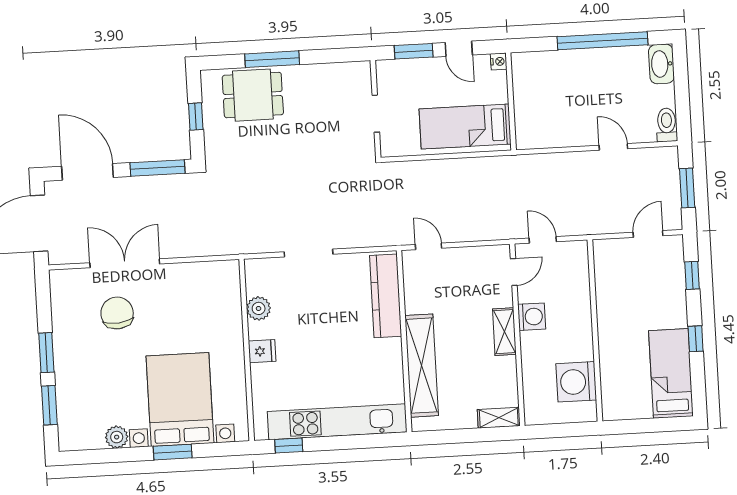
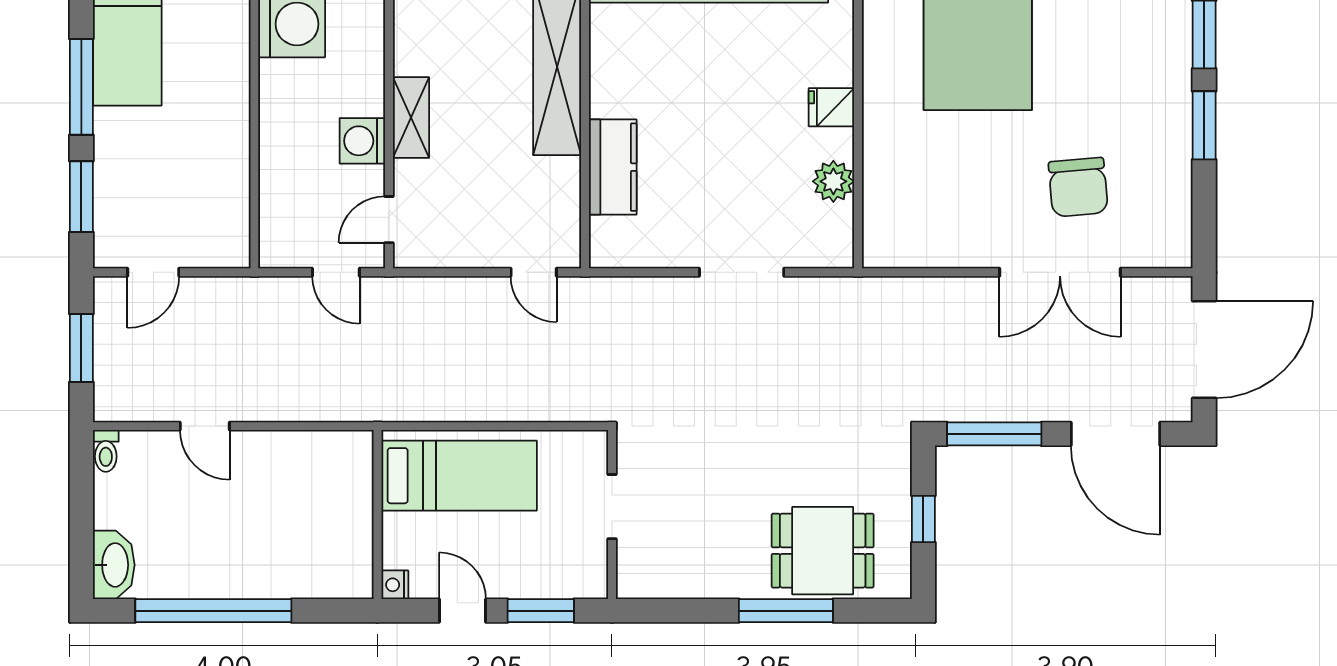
toilet: (667, 125) -> (106, 451), width x0.73, depth x0.72
window: (692, 275) -> (81, 197), width x1.50
kitchen counter: (386, 296) -> (613, 167), width x0.67
window: (696, 339) -> (81, 87), width x2.17

